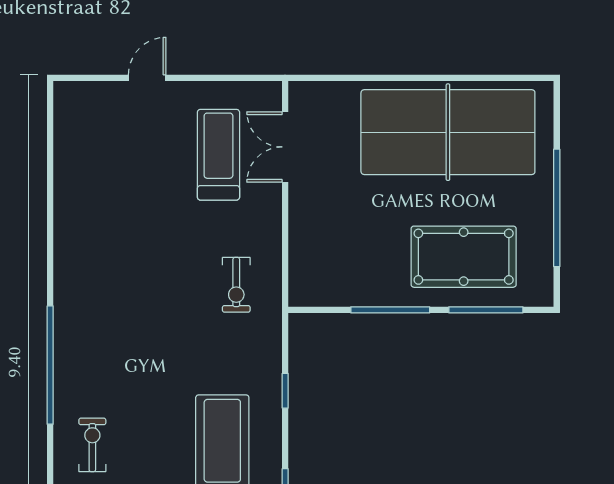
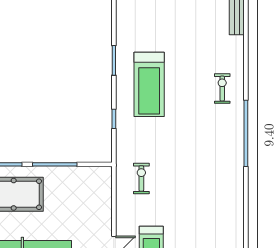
exercise bike: (92, 445) -> (222, 89), turned 180

